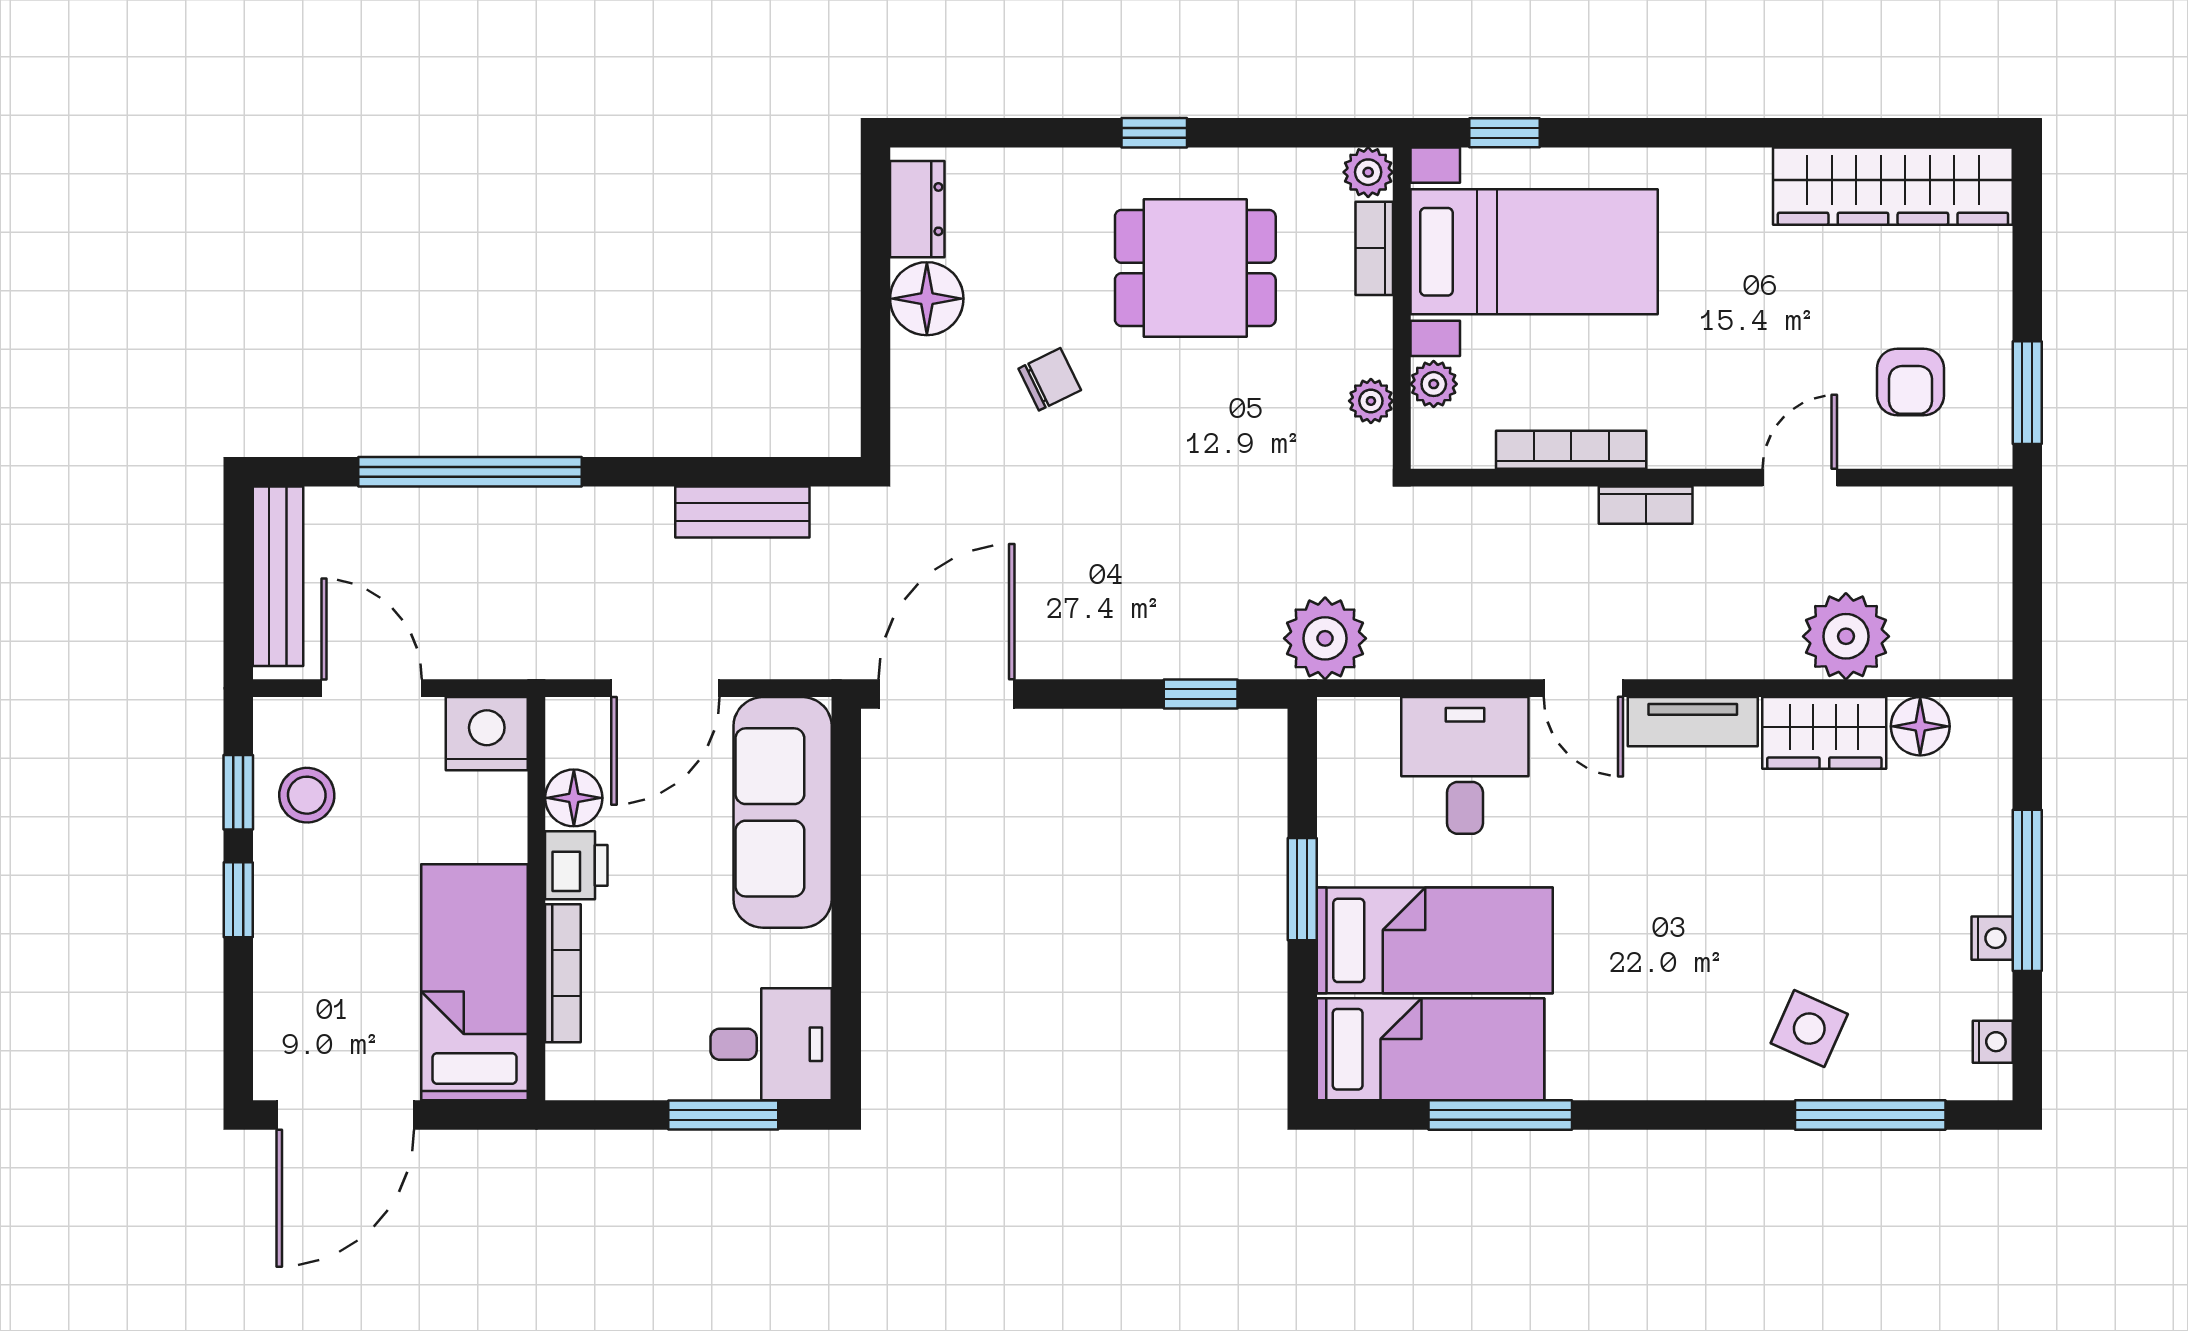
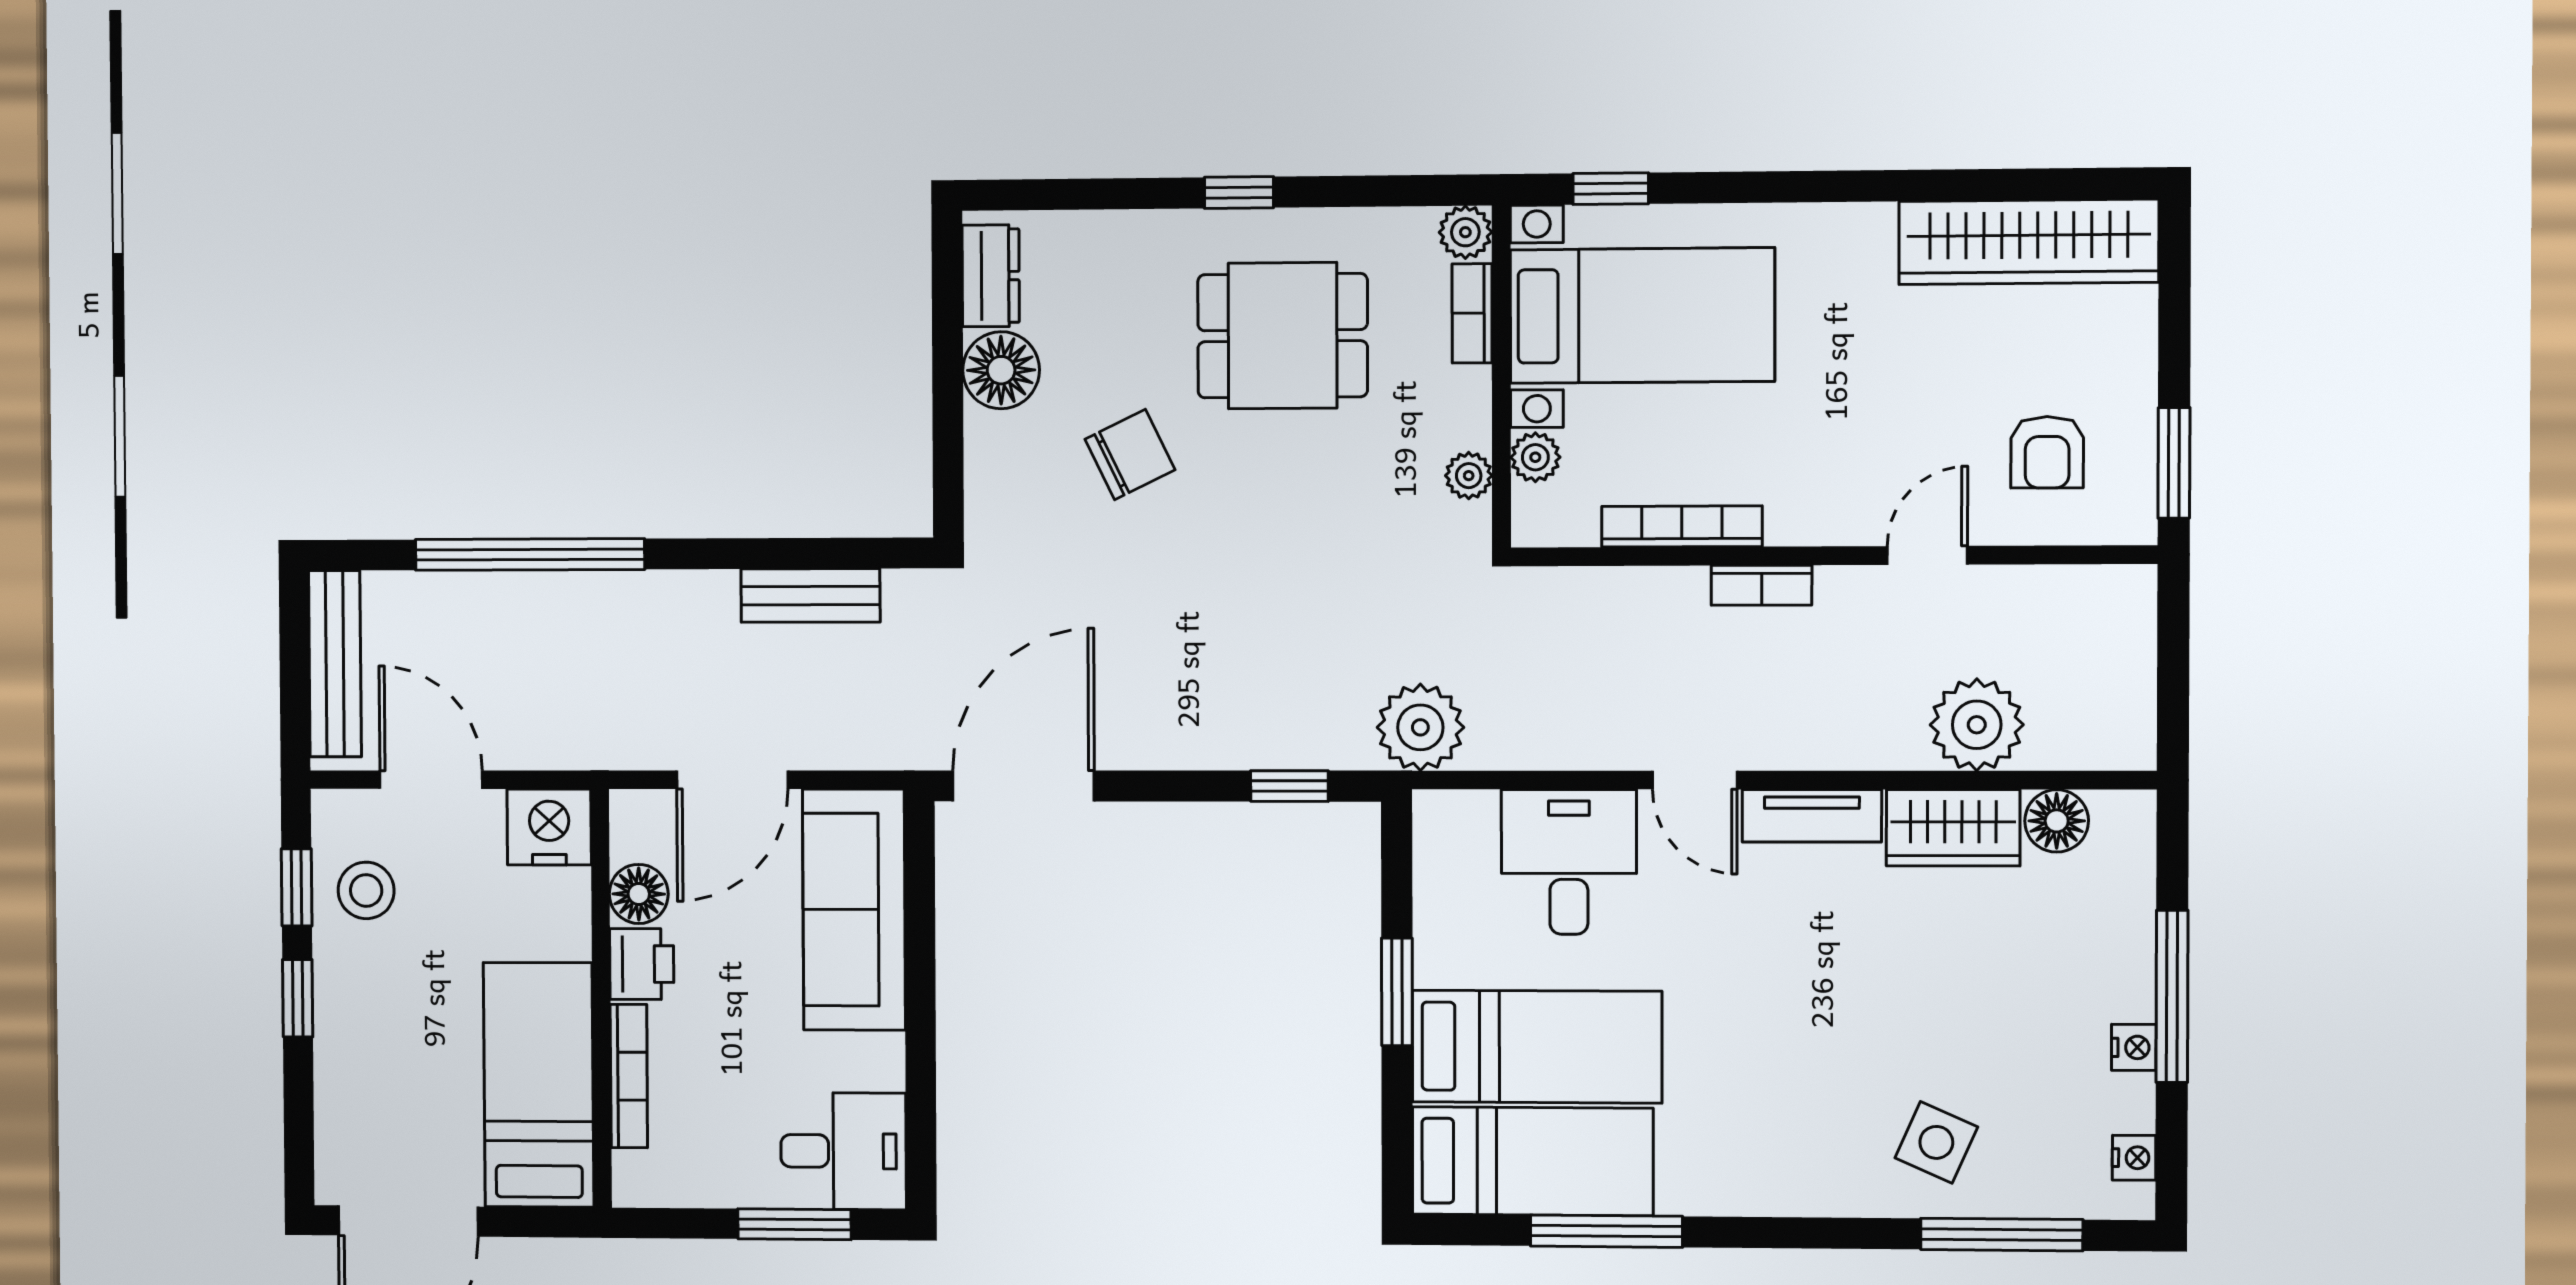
chair: (1050, 379) -> (1130, 455), width x1.37, depth x1.37

